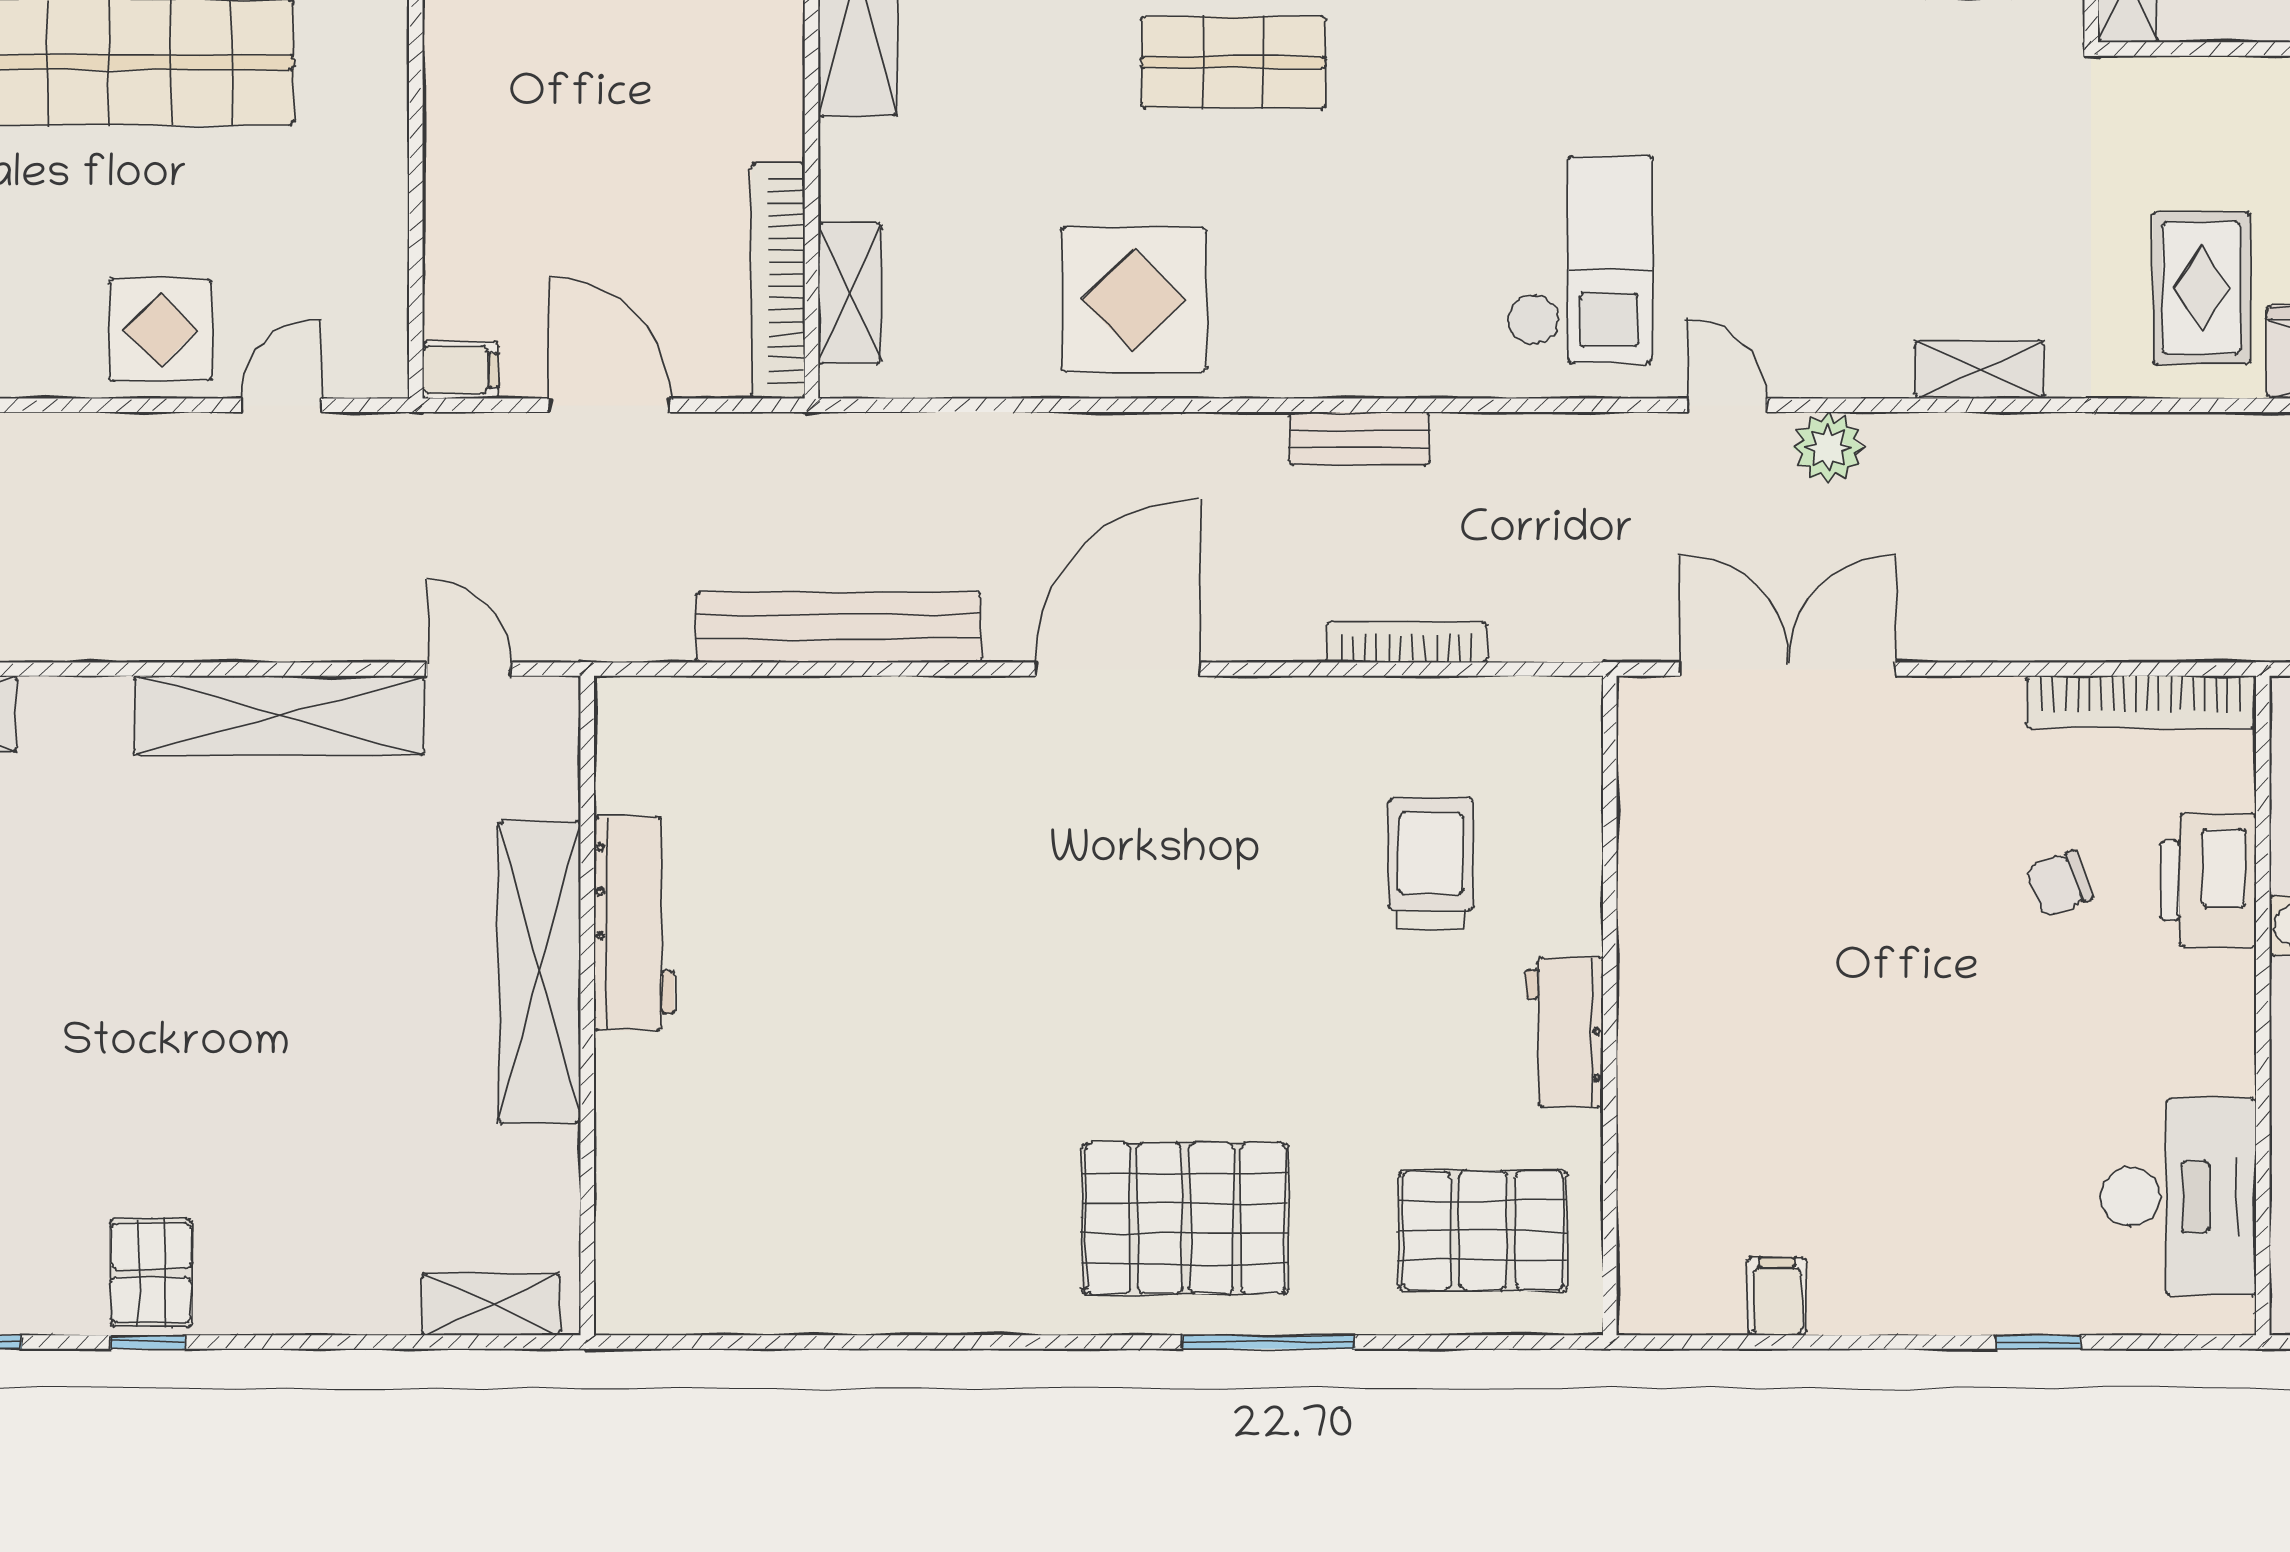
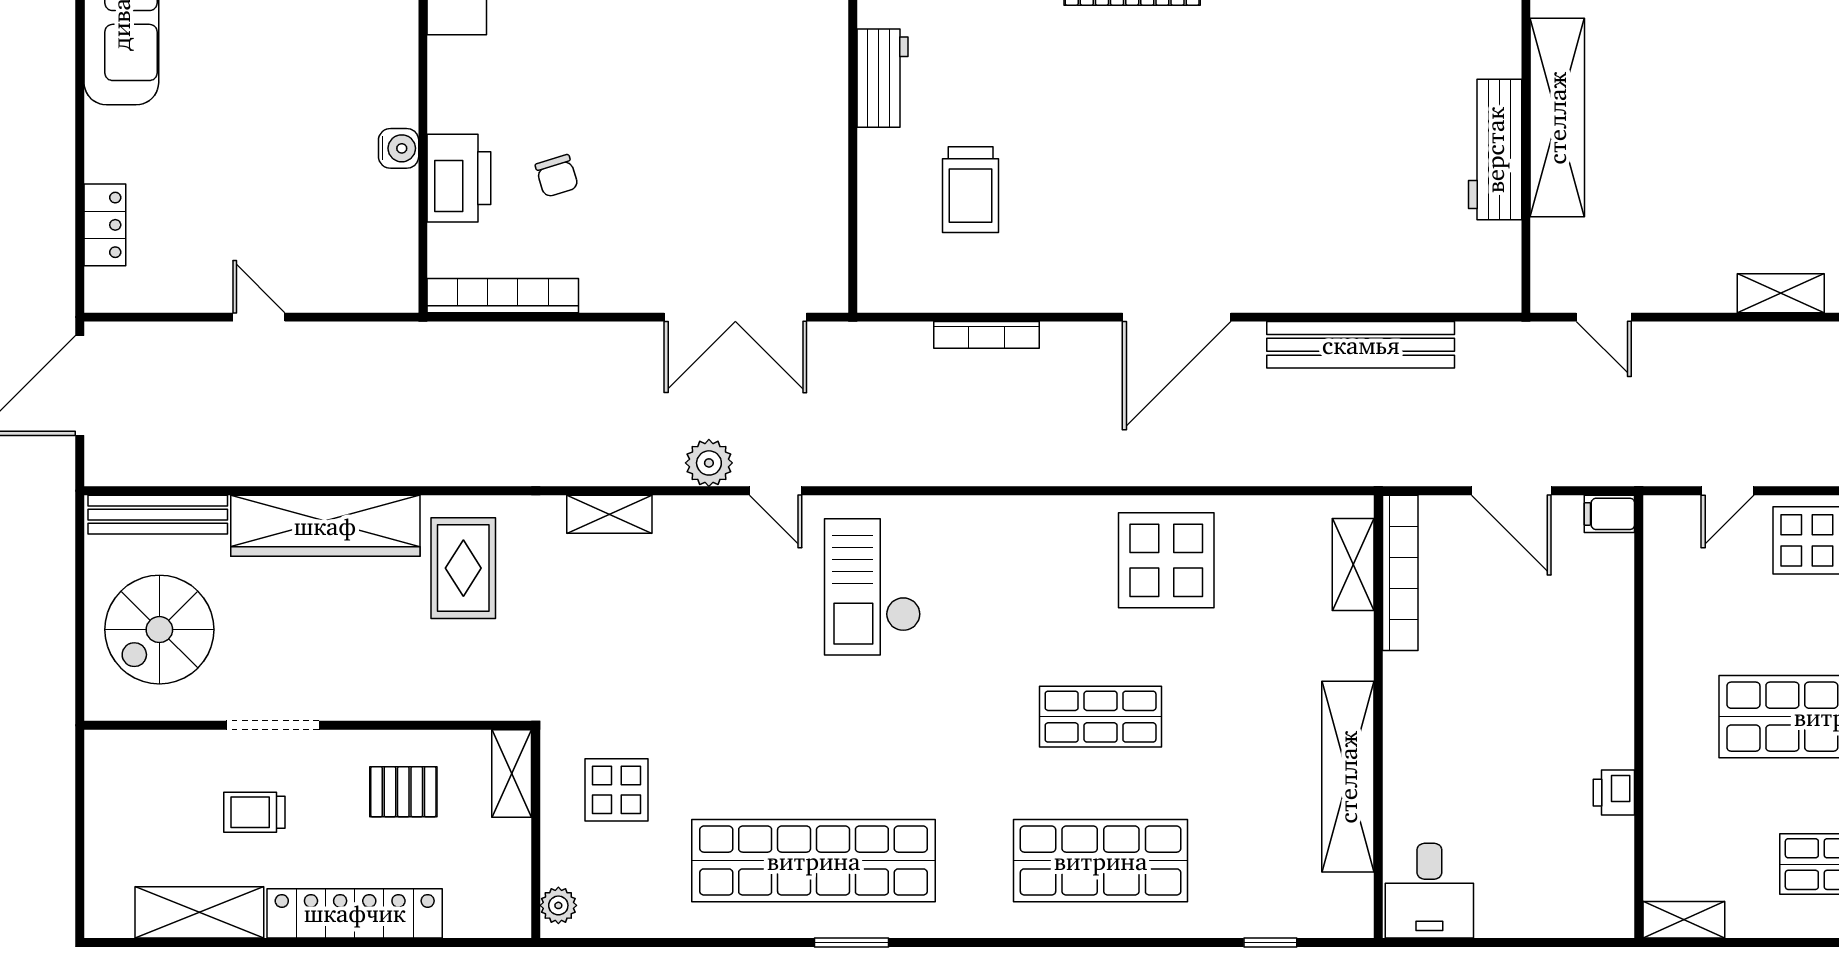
bench: (1359, 439) -> (1018, 469), removed
shelving: (279, 715) -> (1781, 293), width x0.45, depth x0.75
chair: (2059, 884) -> (557, 176), turned 94

